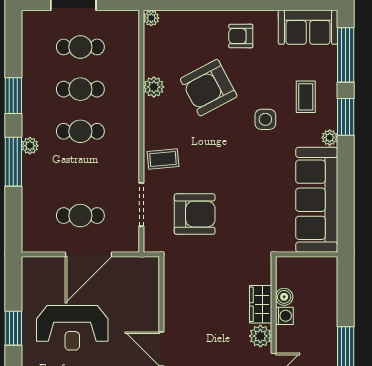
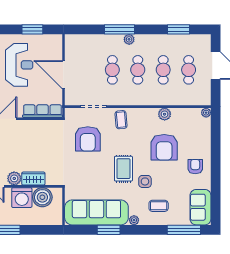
armchair: (209, 88) -> (164, 147), turned -152
window: (13, 96) -> (178, 29), moved
window: (346, 117) -> (109, 230), moved
rug: (244, 155) -> (123, 169), added
cafe table: (80, 216) -> (112, 70), moved
row of seats: (149, 289) -> (42, 111), added
boiler: (284, 297) -> (42, 197), width x1.86, depth x1.86
washing machine: (284, 316) -> (22, 198), width x1.89, depth x1.89
window: (13, 328) -> (32, 29), moved
reception desk: (72, 328) -> (19, 65), turned 180

